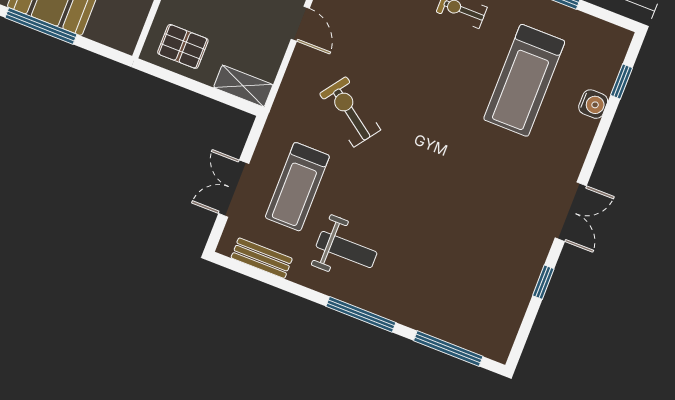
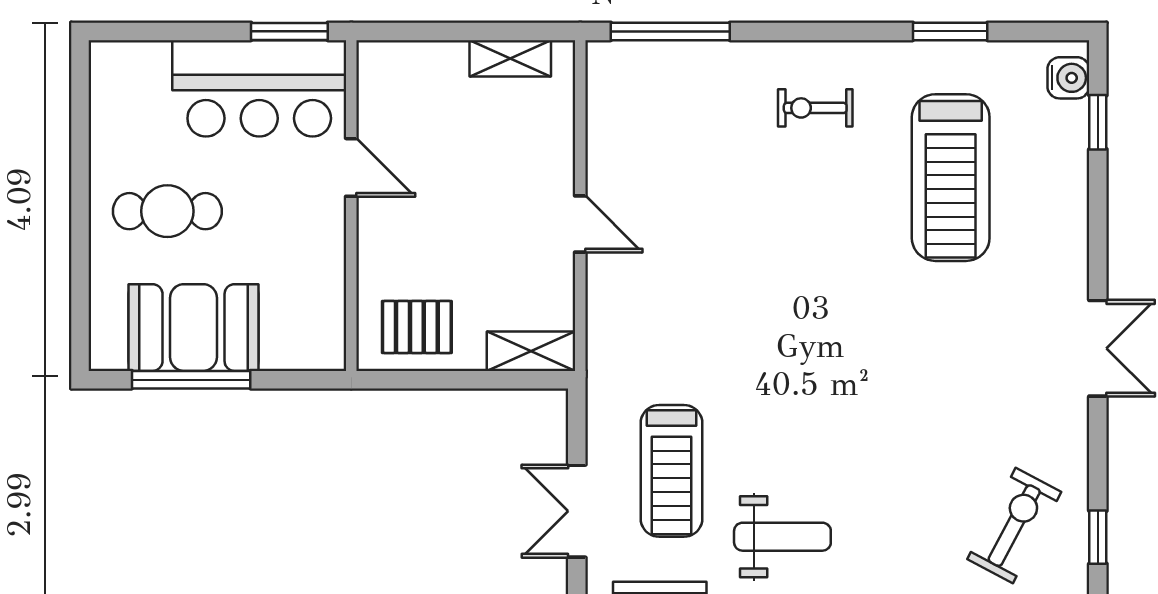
water cooler: (593, 104) -> (1068, 78), moved
exercise bike: (350, 112) -> (1014, 526), moved, turned 82
window: (543, 282) -> (1098, 537), moved

